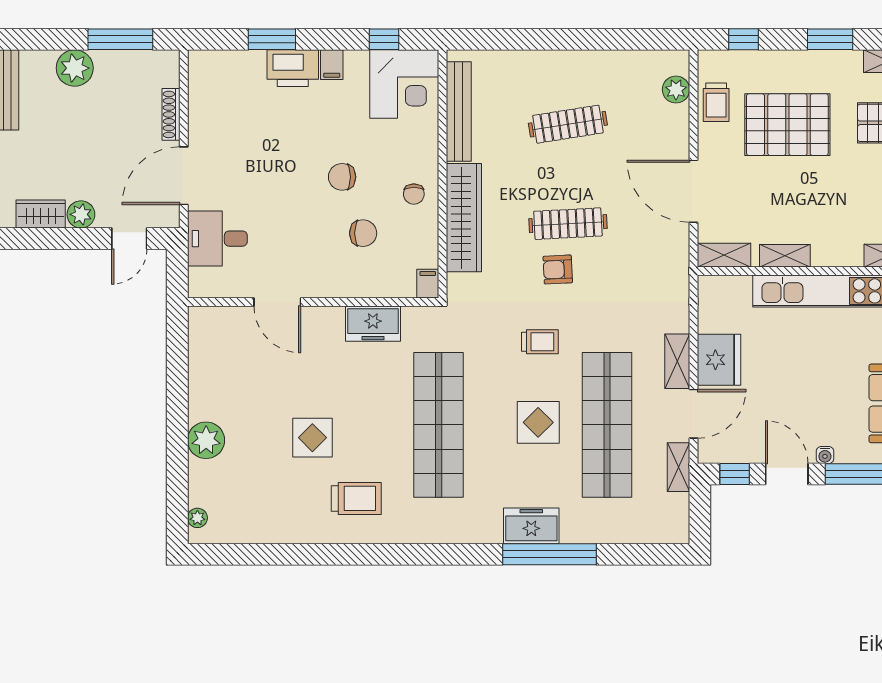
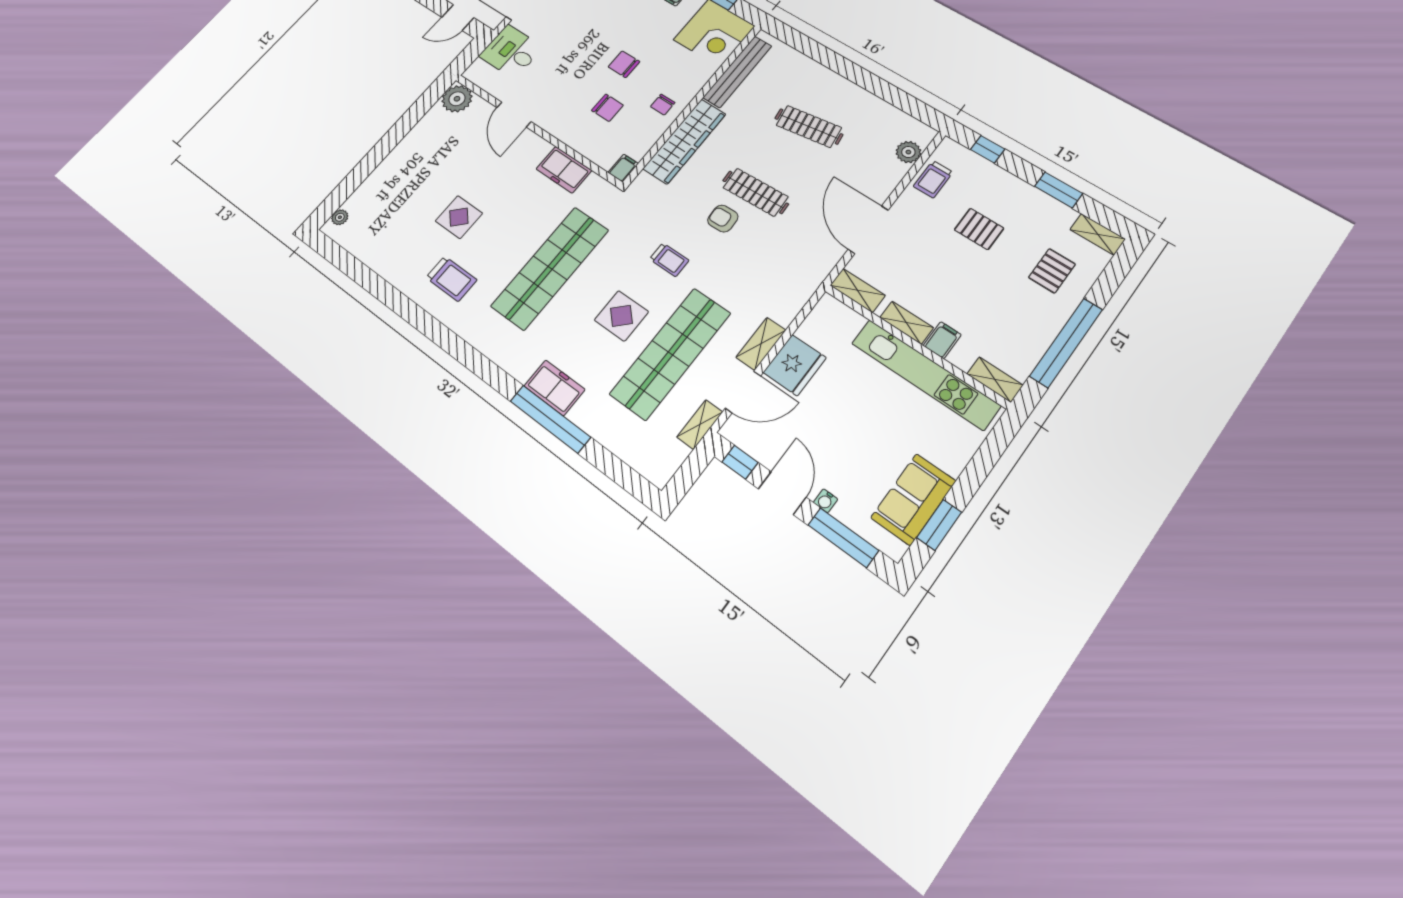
pallet: (787, 125) -> (979, 229), width x0.49, depth x0.50
filing cabinet: (825, 251) -> (942, 340), added
plant: (206, 440) -> (457, 99), moved

